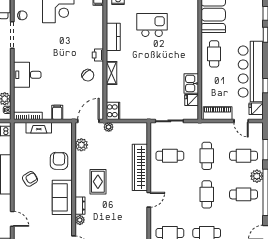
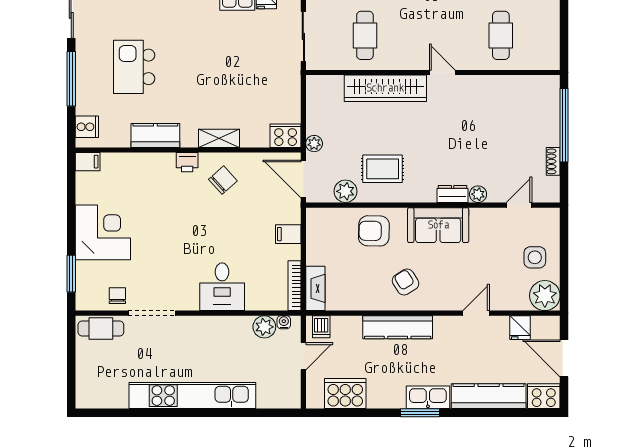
fireplace: (39, 128) -> (315, 288), moved
rug: (98, 182) -> (383, 169), moved

